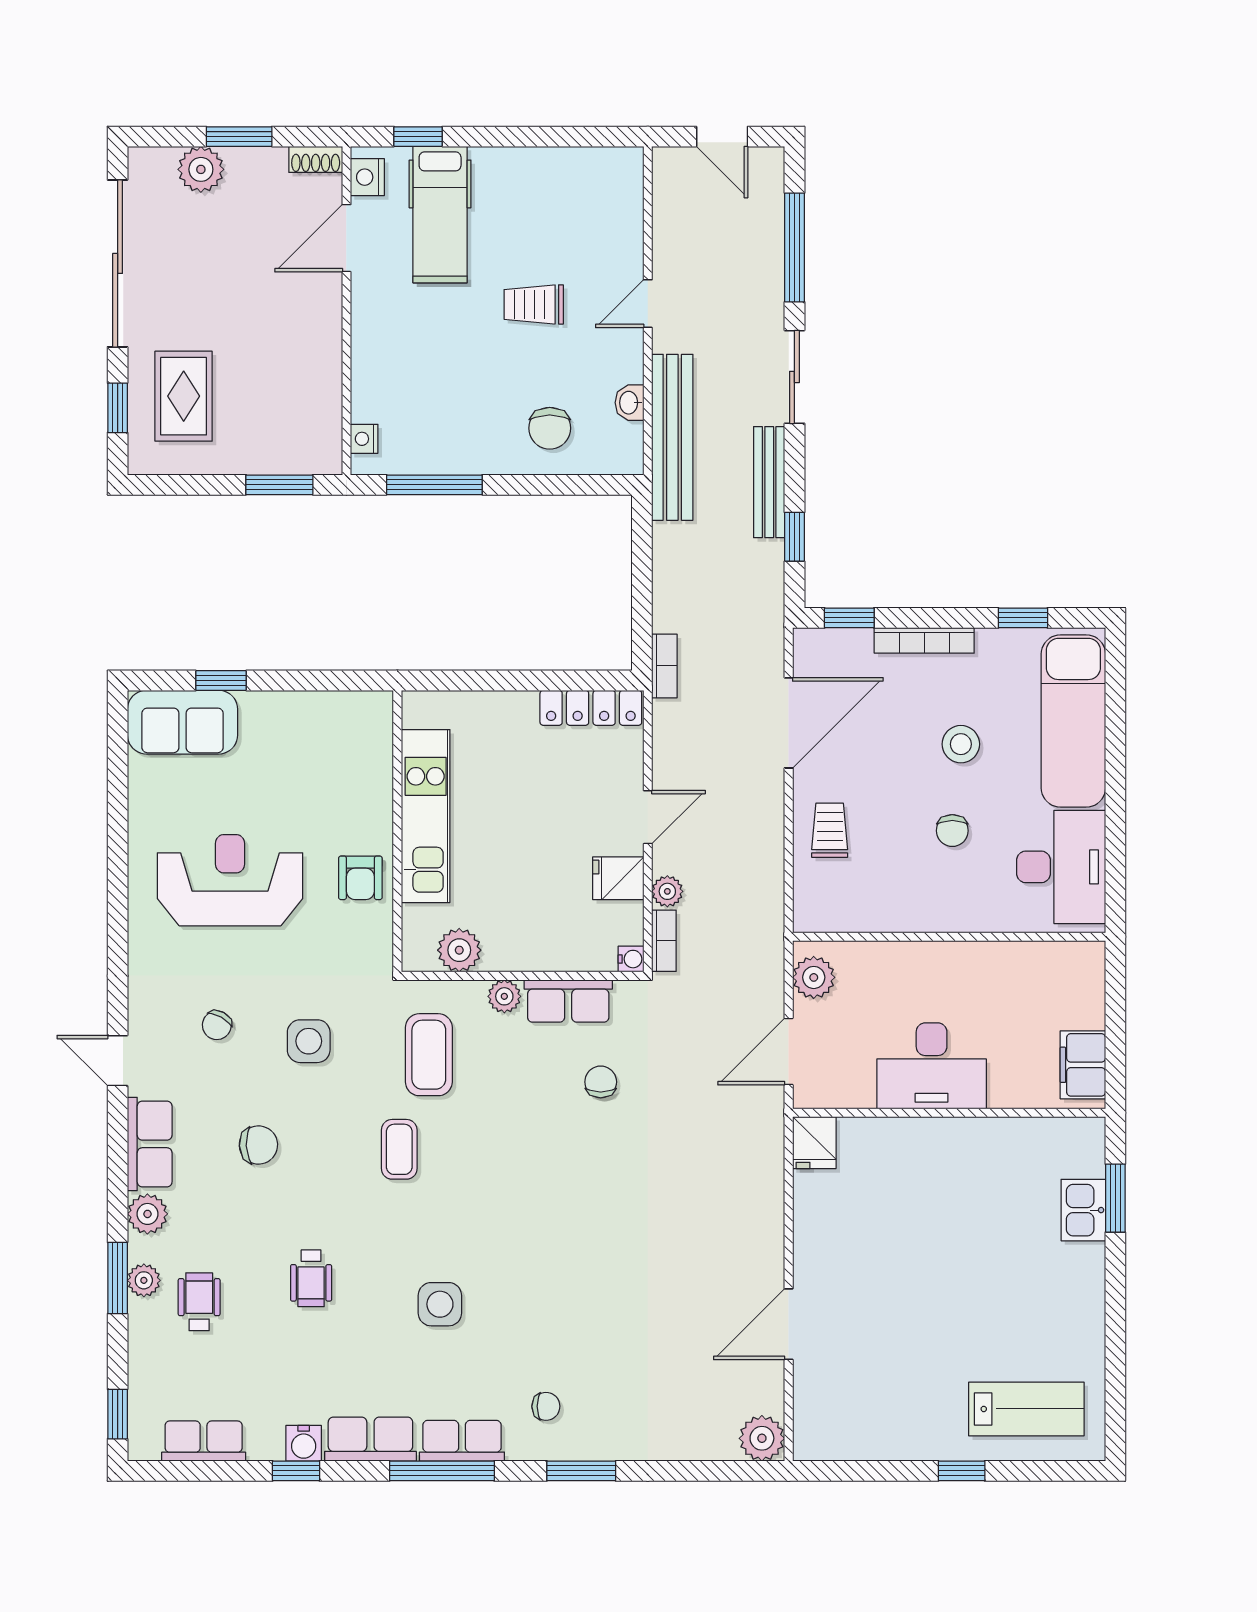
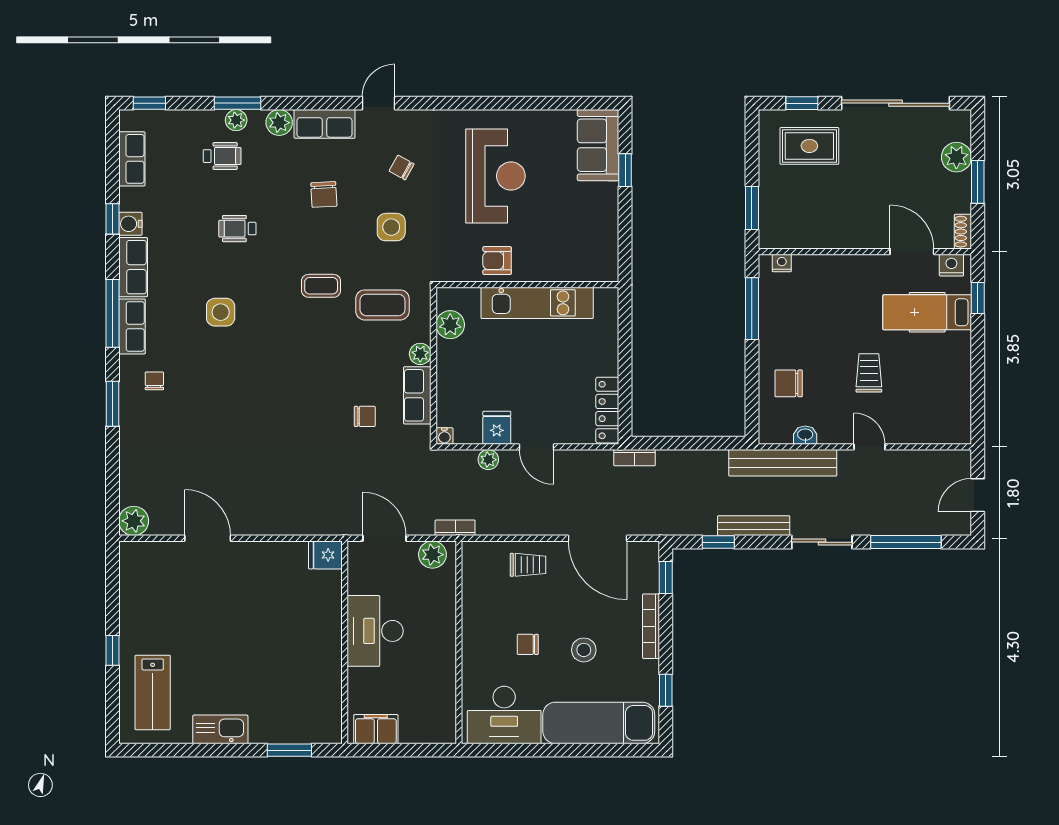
bookcase: (664, 941) -> (455, 528), moved, turned 180
kitchen sink: (1083, 1210) -> (220, 729), moved, width x1.38
chair: (546, 1406) -> (154, 381), turned 180

